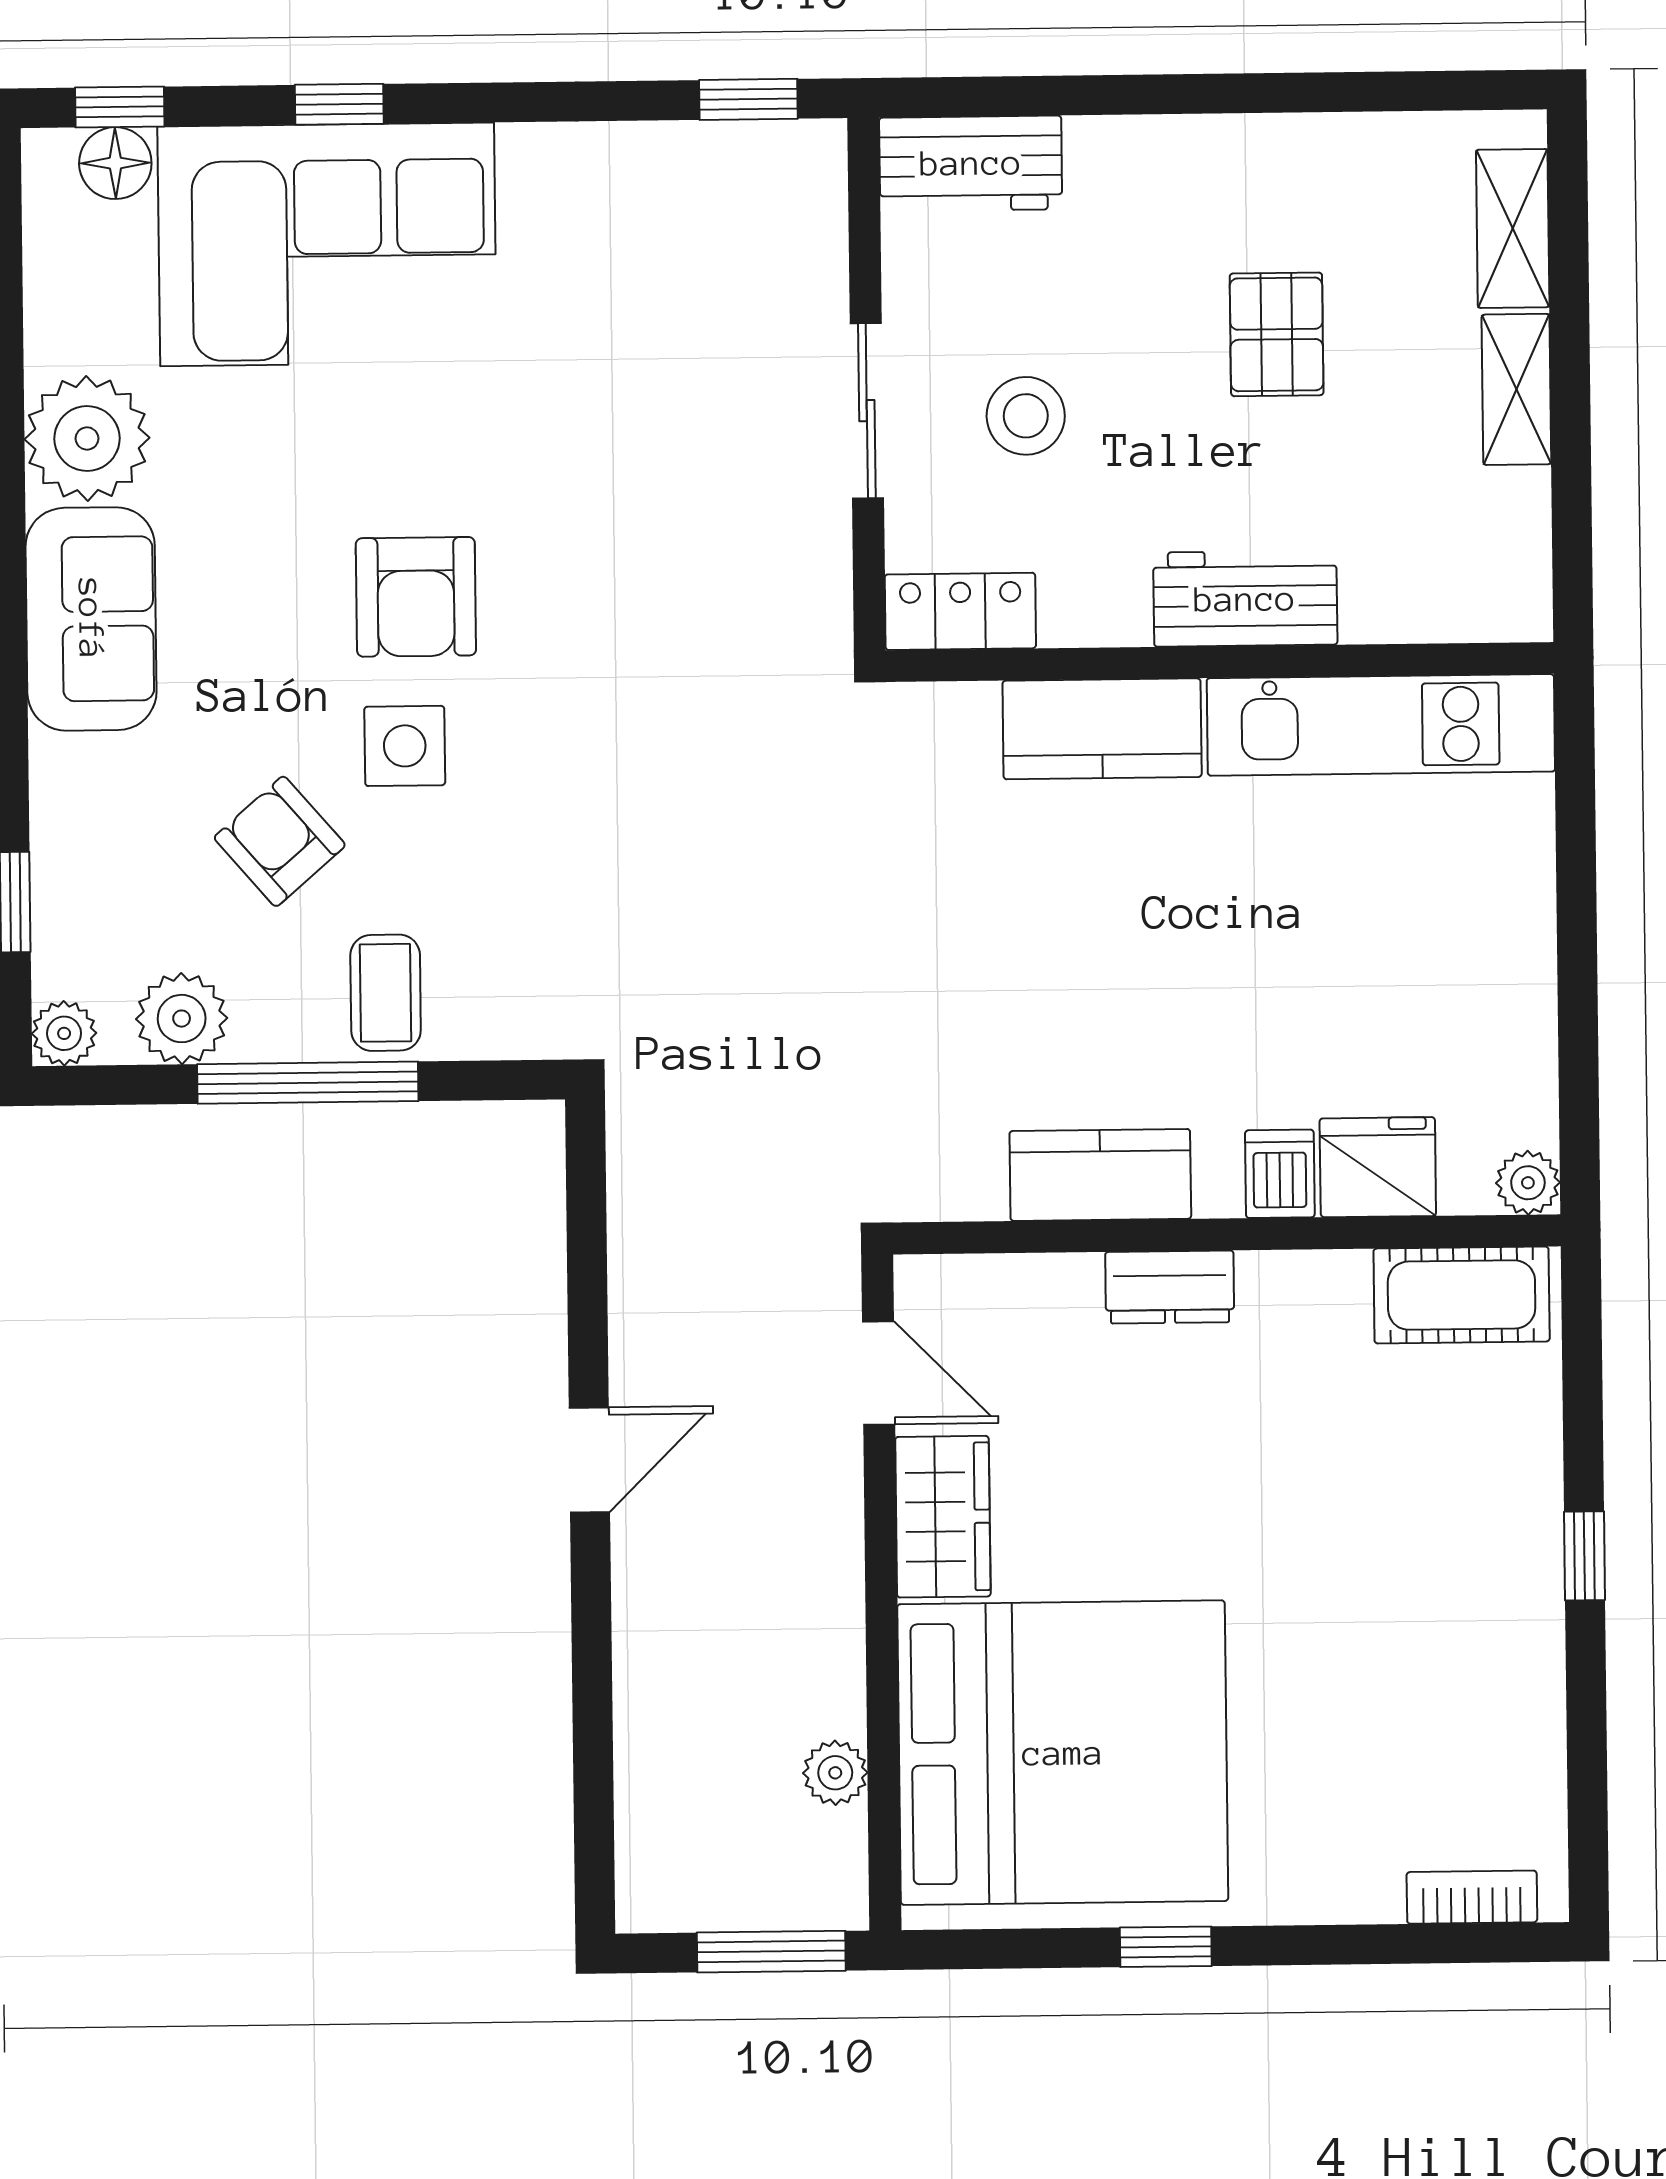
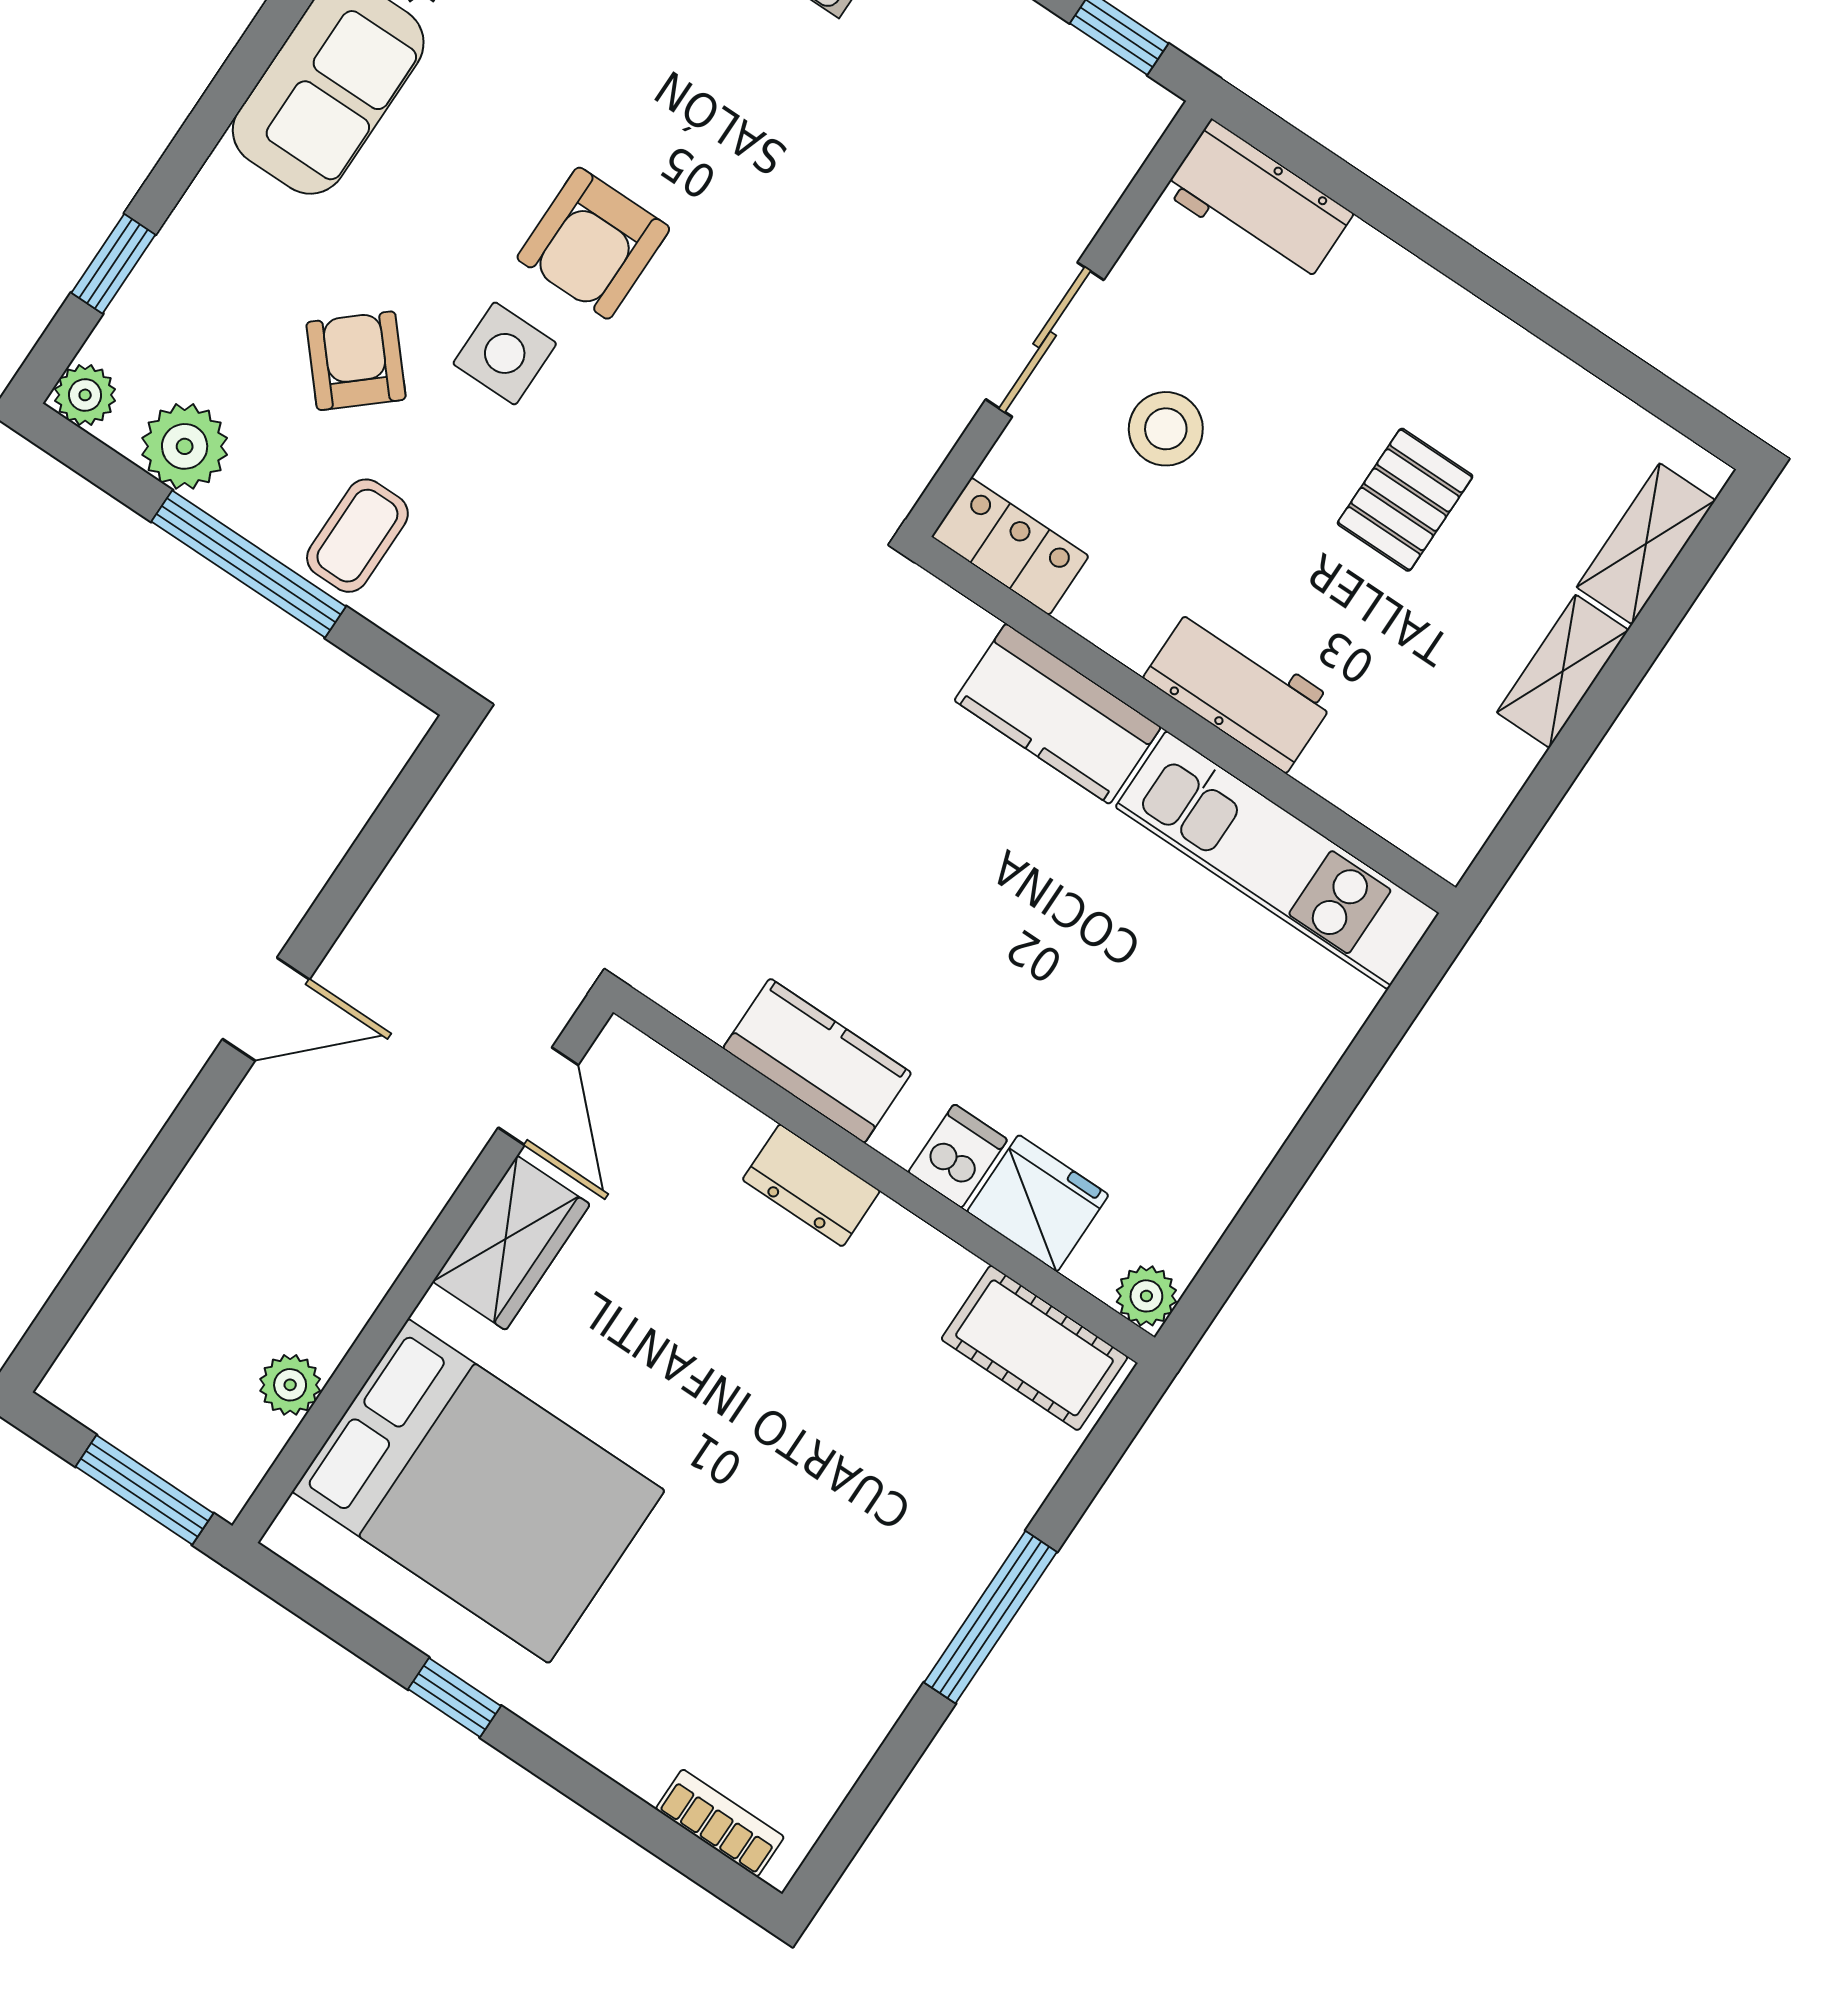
window: (1584, 1556) -> (991, 1617), width x2.17
bed: (1063, 1753) -> (478, 1491), width x0.73

